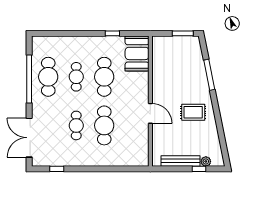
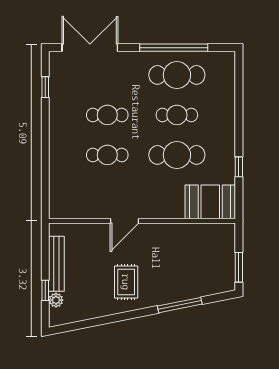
cafe table: (104, 125) -> (107, 155), width x0.73, depth x0.74

